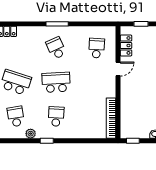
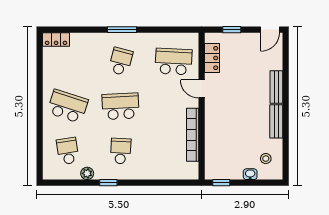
school desk: (56, 48) -> (121, 61), turned 39
school desk: (97, 48) -> (174, 61), width x1.85
door: (118, 69) -> (202, 89), swing flipped
bookcase: (111, 118) -> (193, 135), moved

